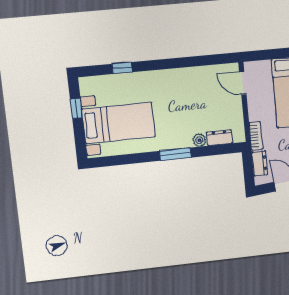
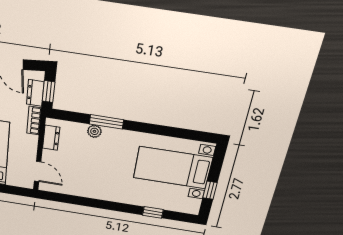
dresser: (219, 138) -> (51, 138), moved, turned -90
window: (175, 154) -> (106, 122), moved
window: (248, 168) -> (49, 92), added

